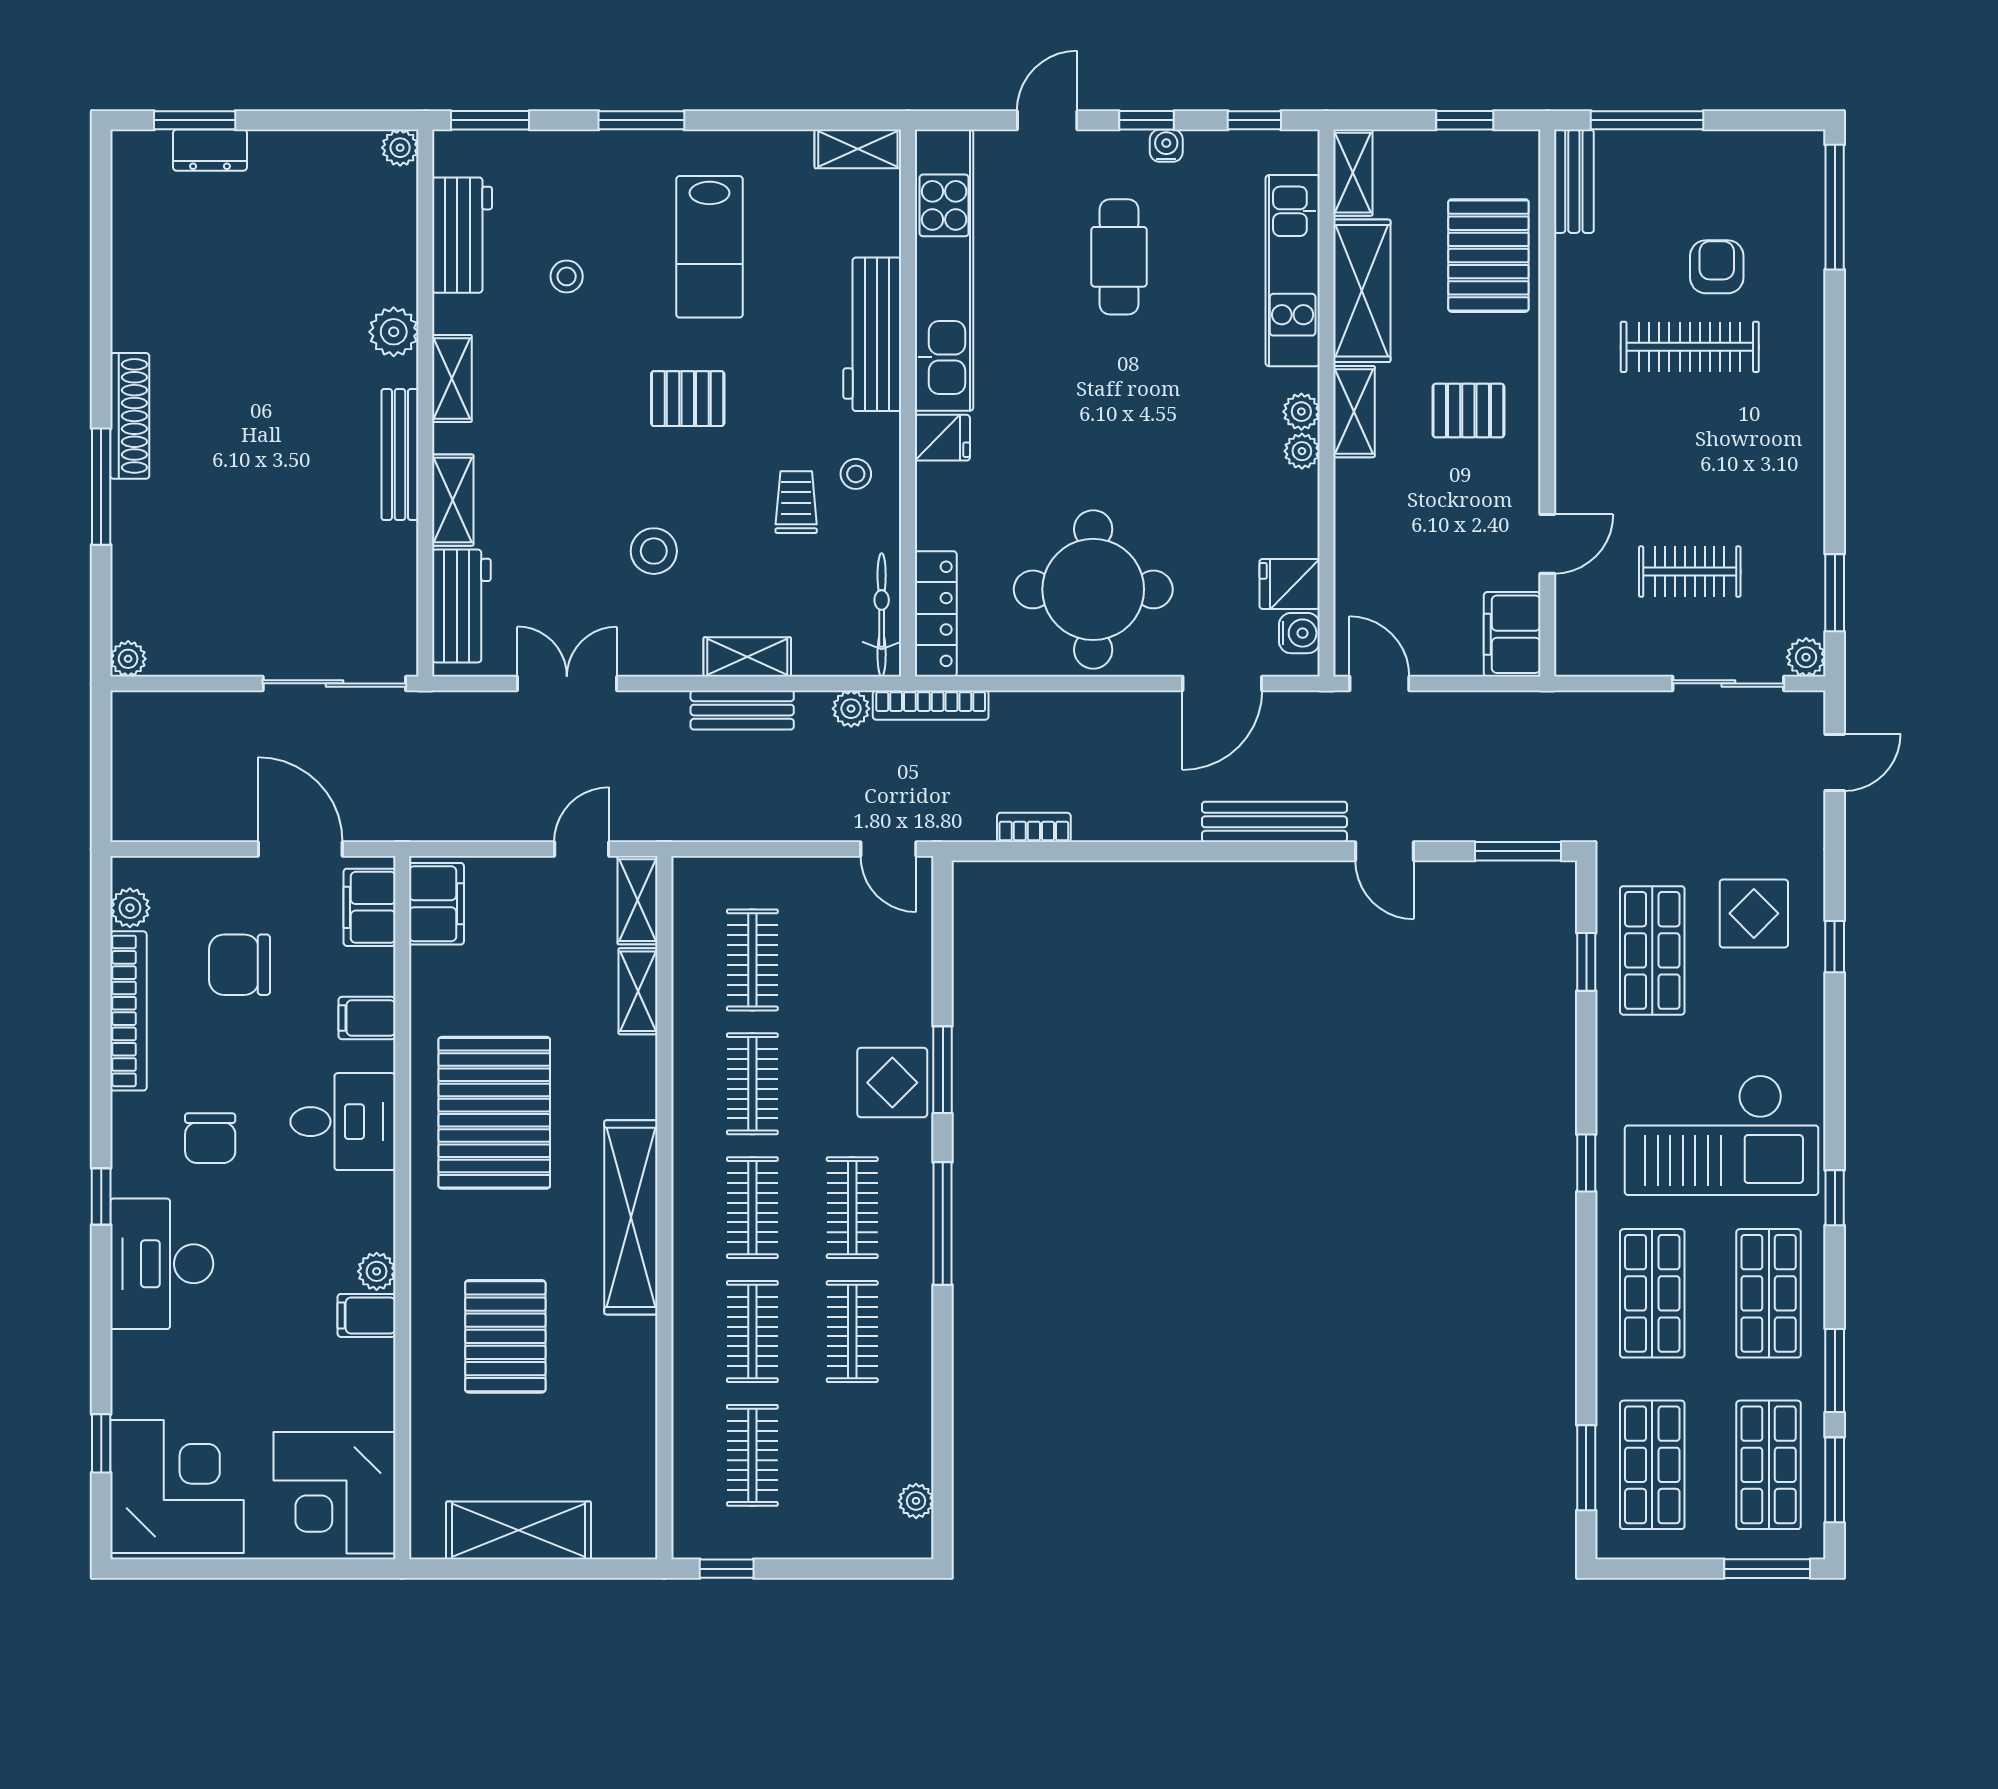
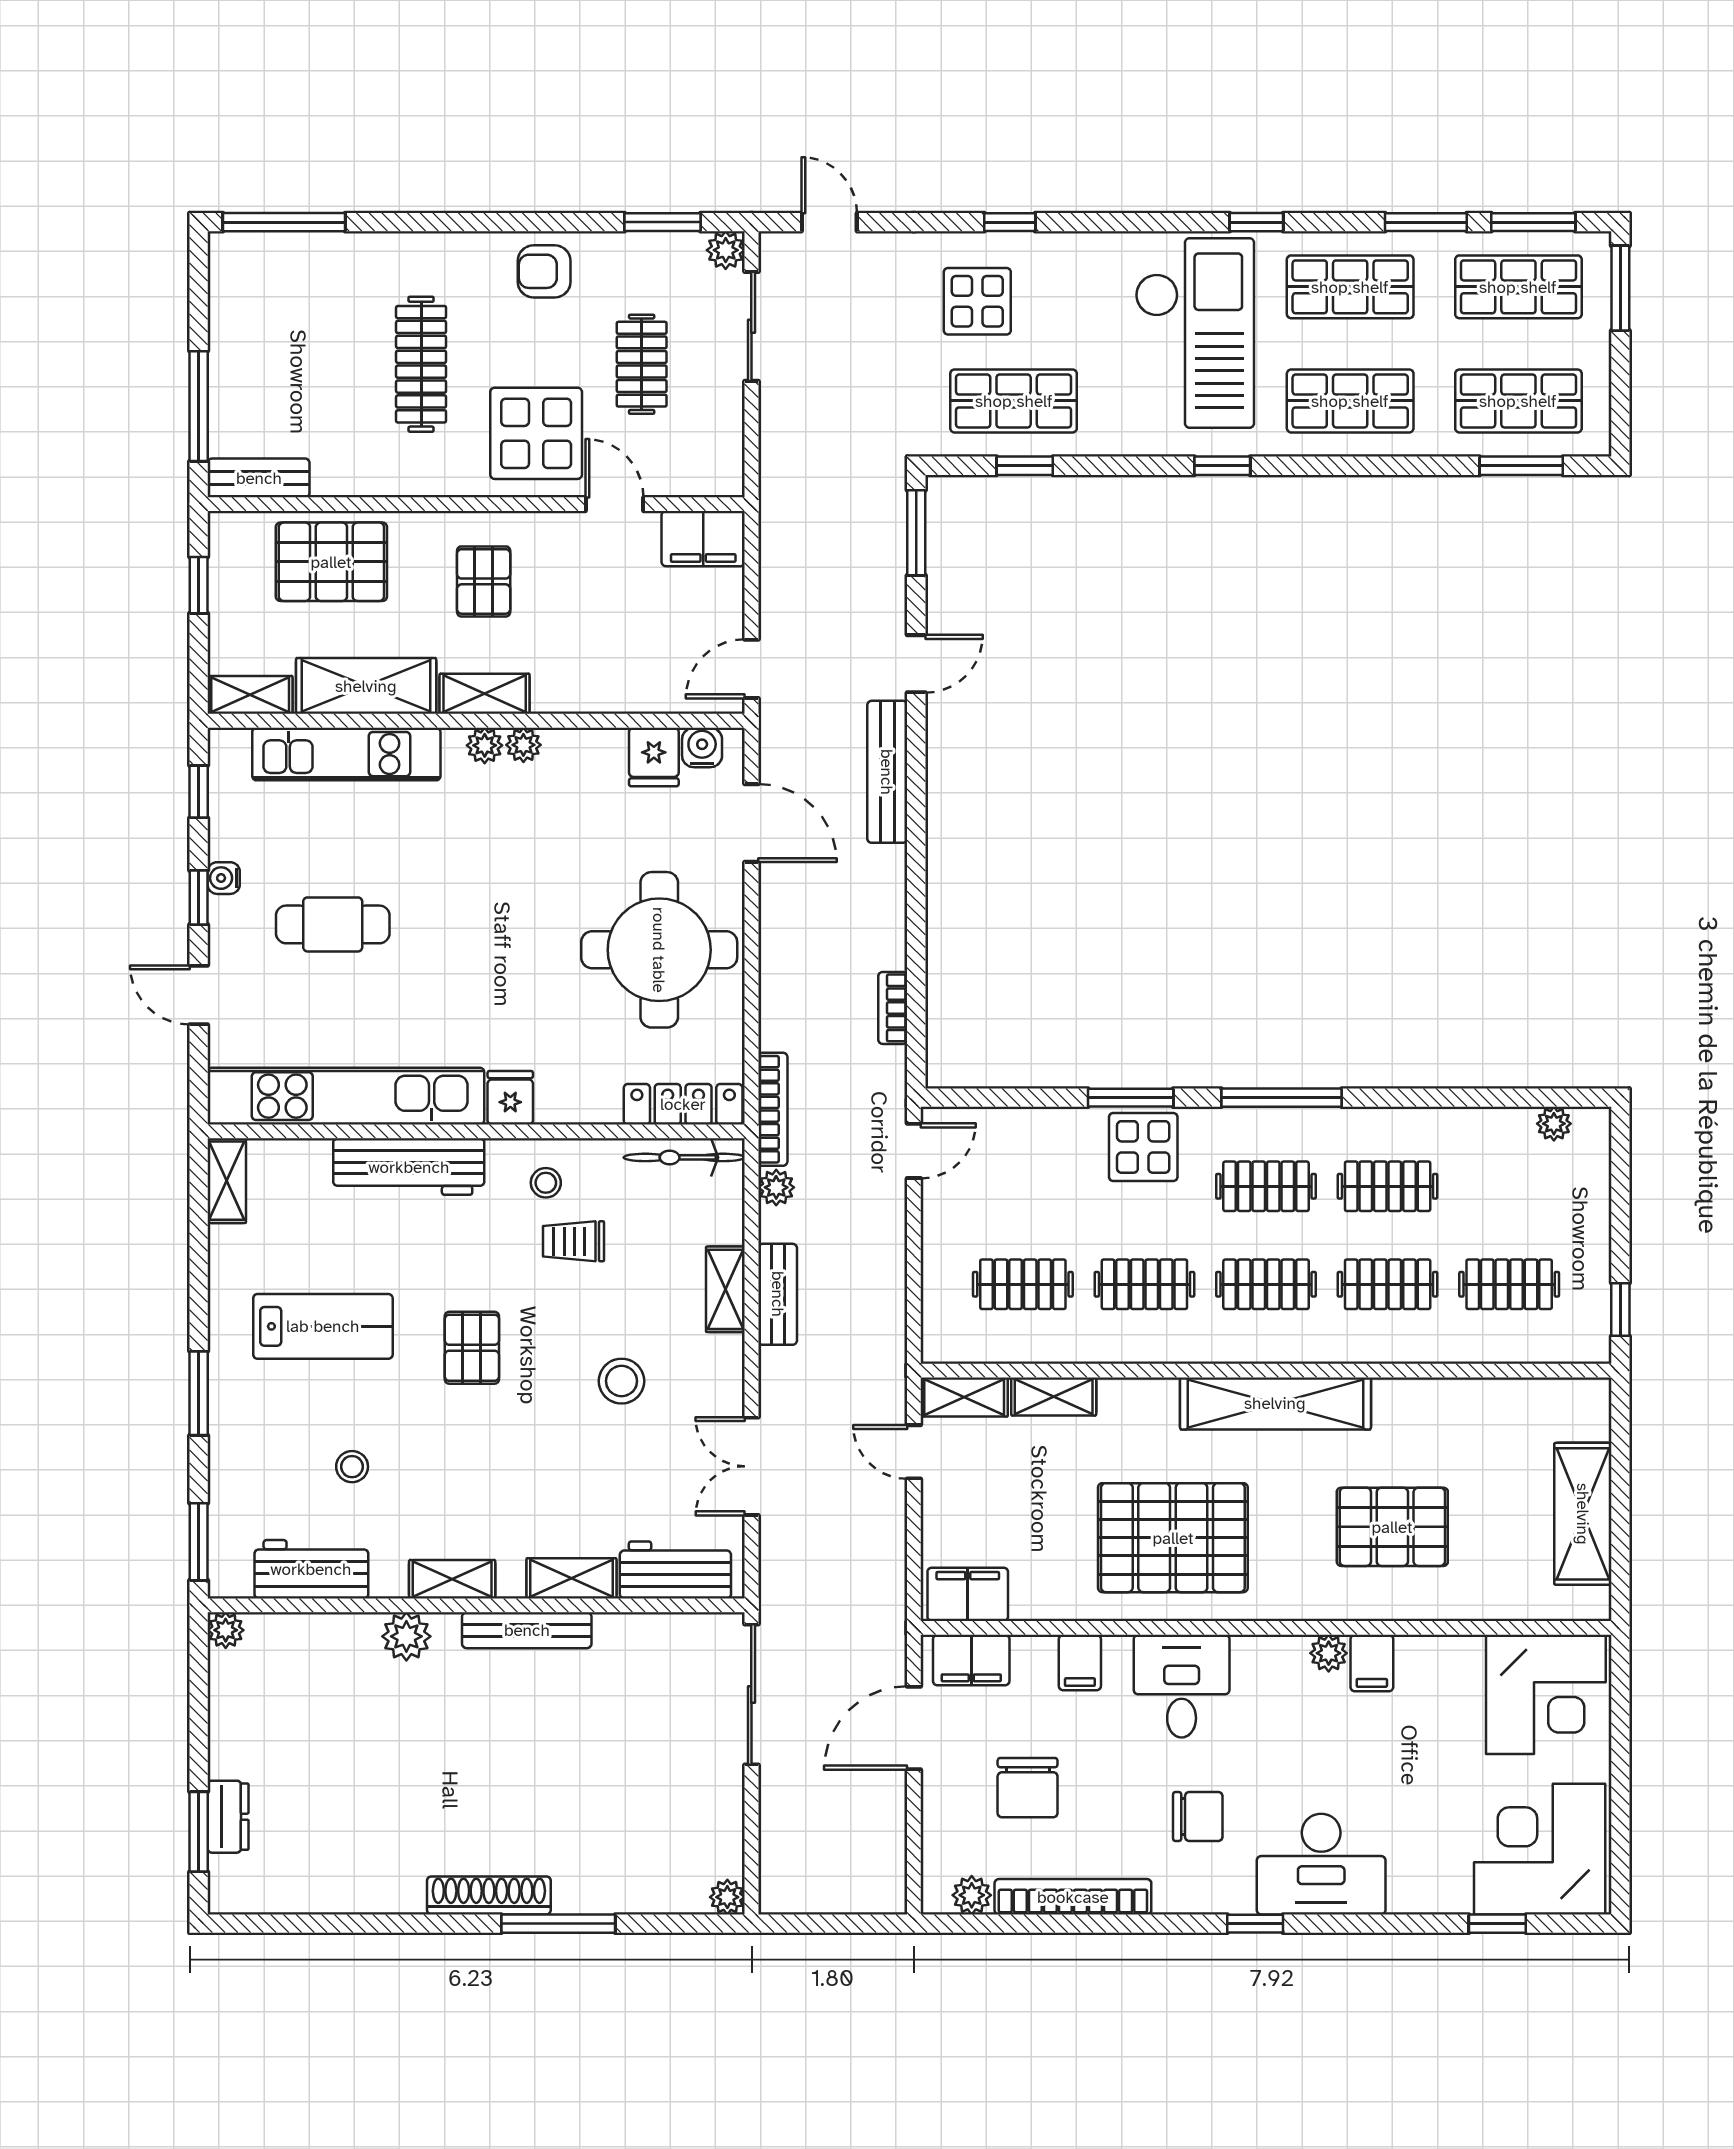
armchair: (1717, 267) -> (544, 271), moved
display table: (1619, 464) -> (536, 433), added

